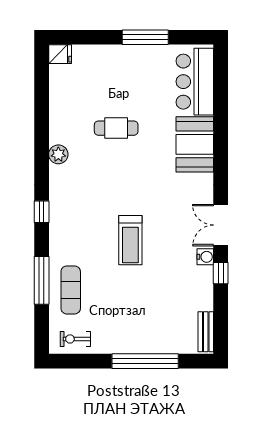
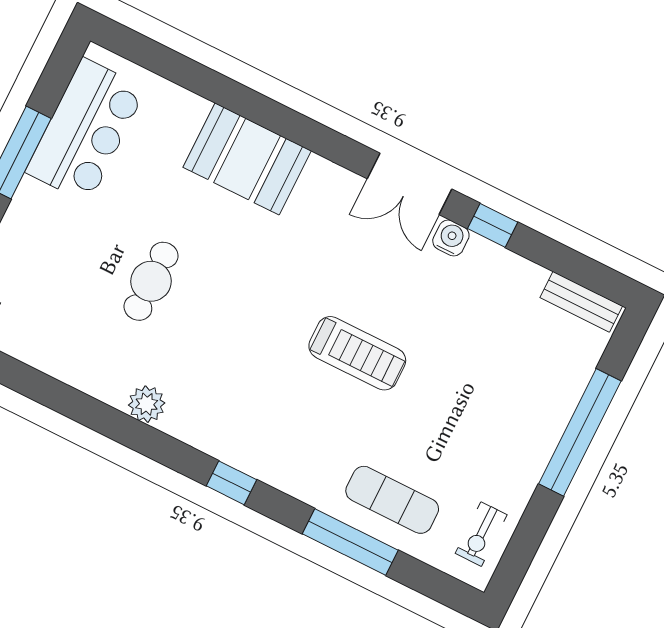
bar counter: (195, 82) -> (86, 130), moved, turned -90

